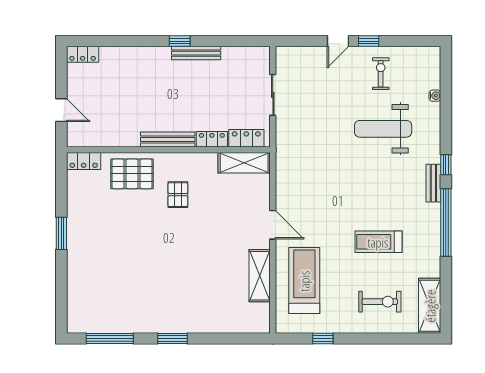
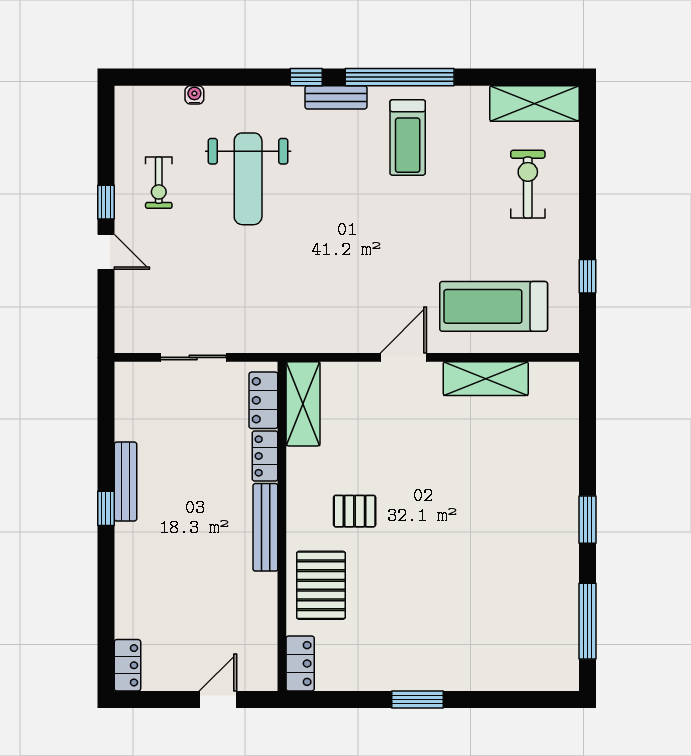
exercise bike: (381, 74) -> (159, 183), turned -90
treadmill: (378, 242) -> (408, 138), moved

